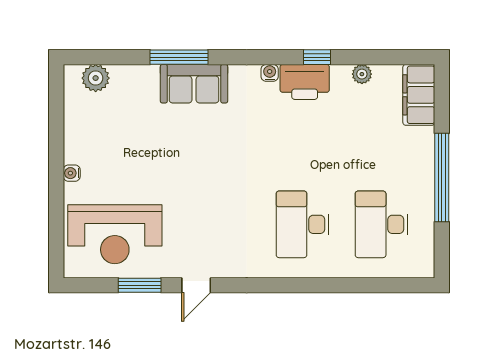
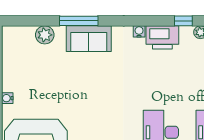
window: (317, 57) -> (183, 21), moved
plant: (96, 78) -> (45, 35), moved

